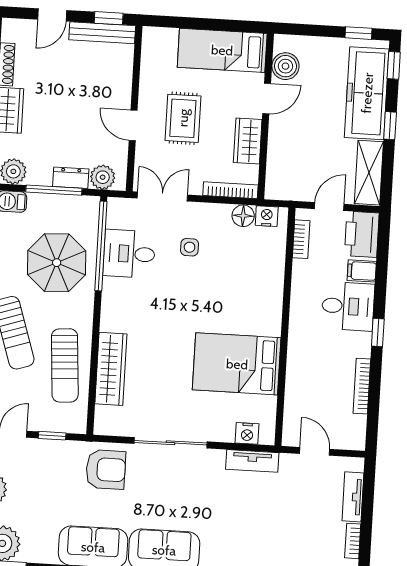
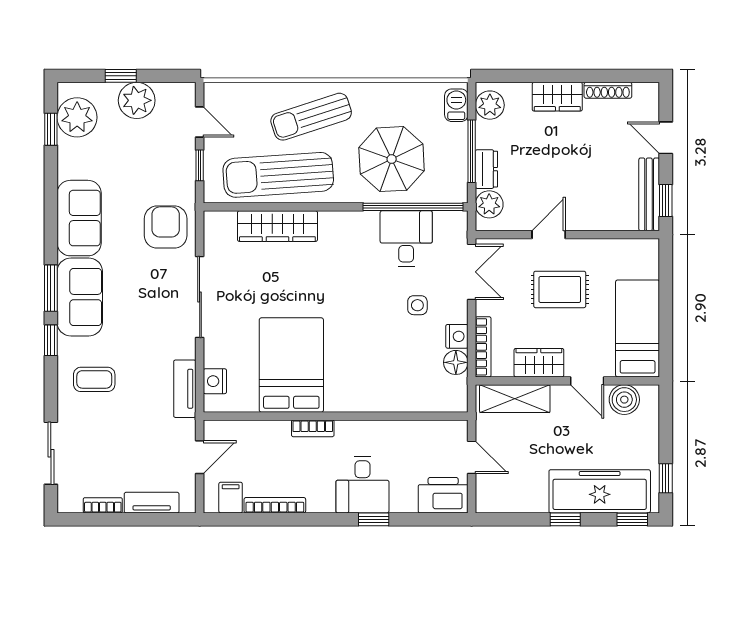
shelving: (369, 173) -> (515, 399), moved
nightstand: (267, 216) -> (457, 336), moved
bookcase: (301, 239) -> (313, 428), moved
filing cabinet: (362, 271) -> (231, 498), moved
window: (378, 332) -> (374, 519), moved
sun lounger: (65, 365) -> (278, 175), width x1.36, depth x1.34
armchair: (106, 469) -> (166, 227), turned 180
coffee table: (239, 542) -> (94, 379), added

